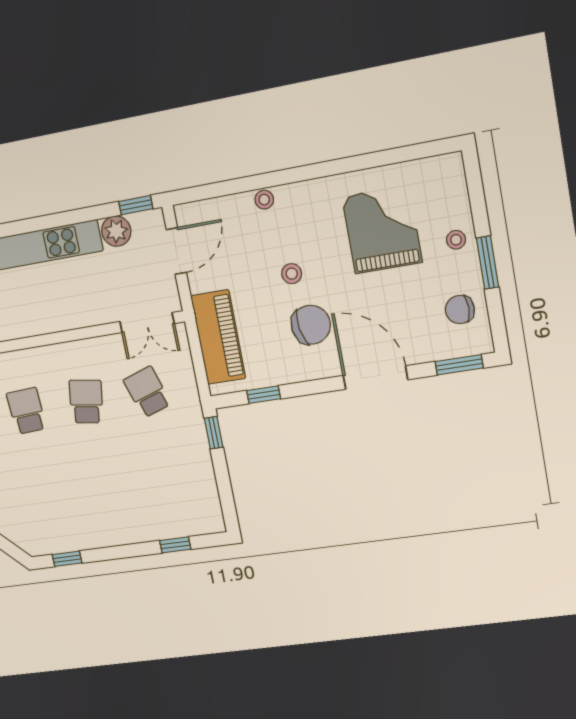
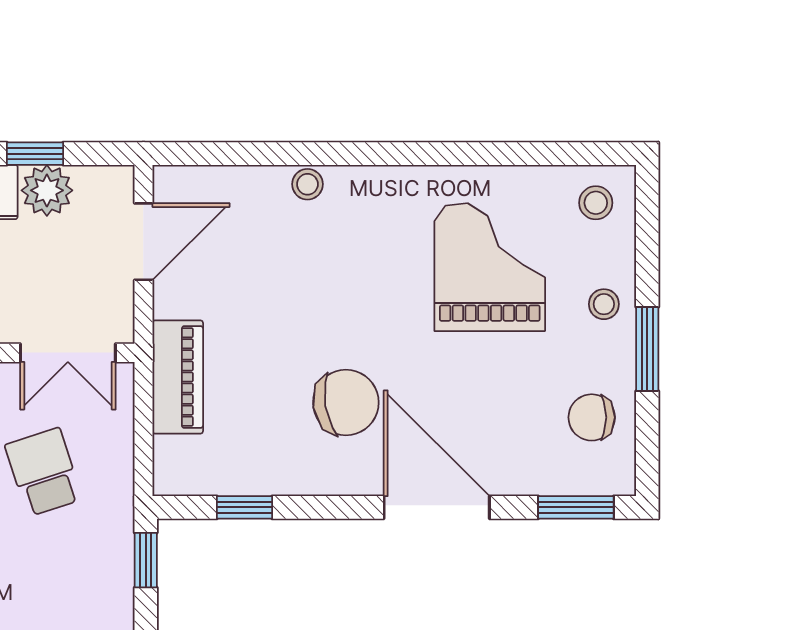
window: (136, 205) -> (35, 154), moved
stool: (292, 274) -> (596, 203), moved
piano: (218, 337) -> (178, 377), width x0.73, depth x0.75

